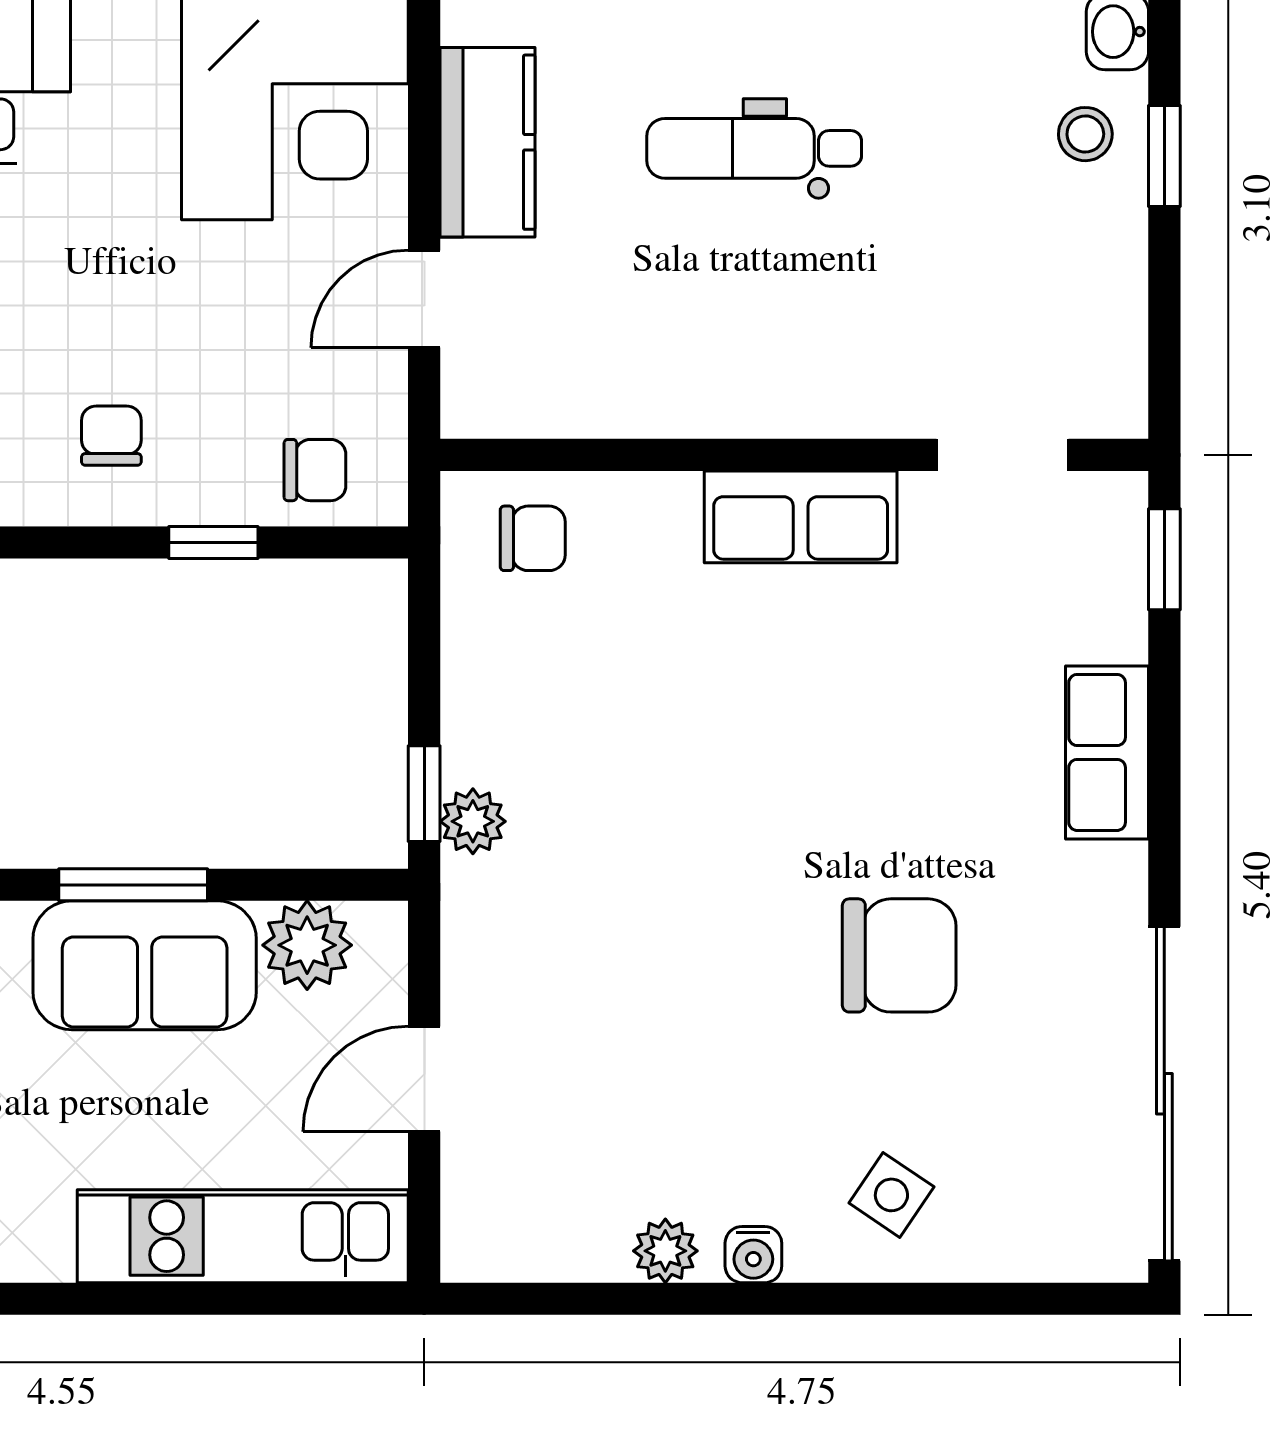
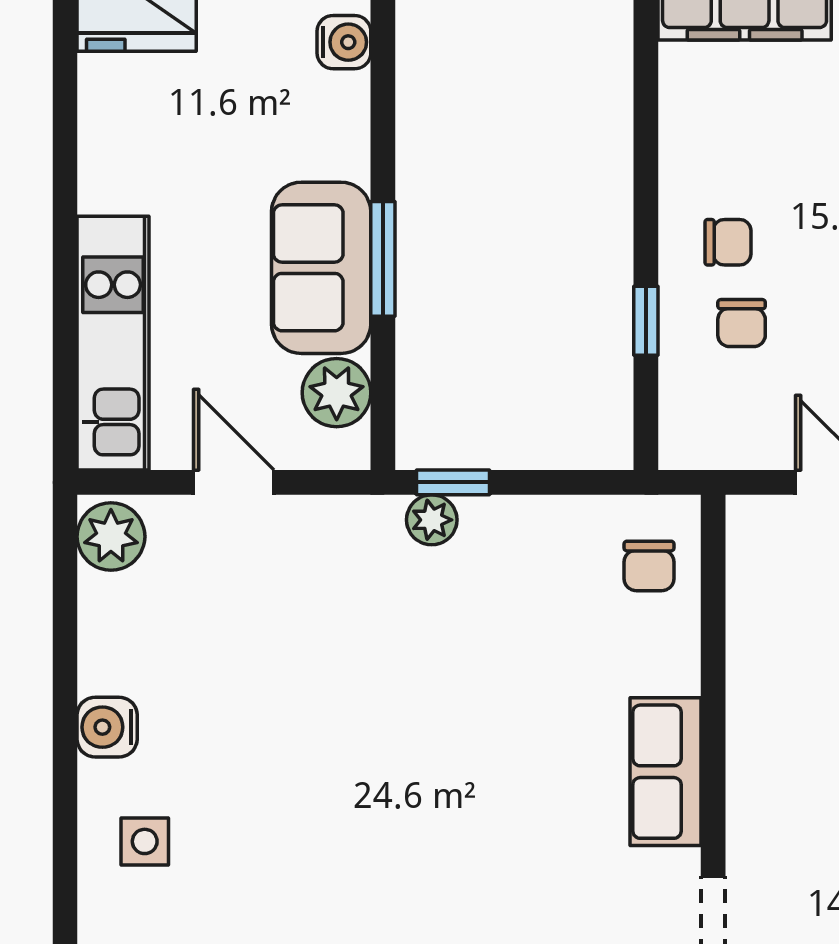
chair: (315, 470) -> (742, 323), moved
chair: (899, 955) -> (329, 847), removed
side table: (891, 1195) -> (145, 841), turned -34
plant: (665, 1251) -> (111, 537), moved, width x1.38, depth x1.38
water cooler: (753, 1255) -> (107, 727), width x1.38, depth x1.38

